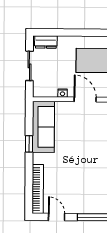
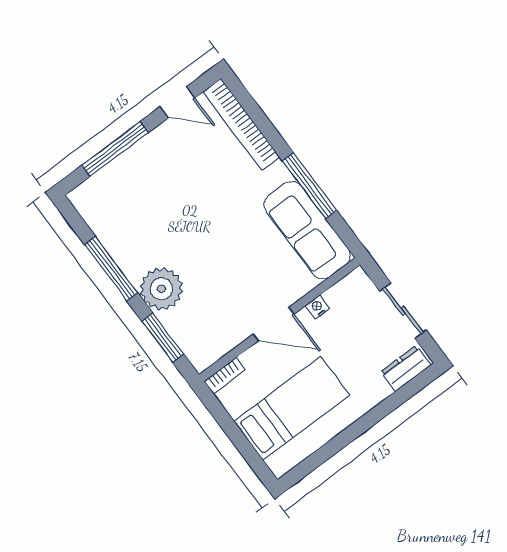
window: (29, 144) -> (310, 186), width x2.17

